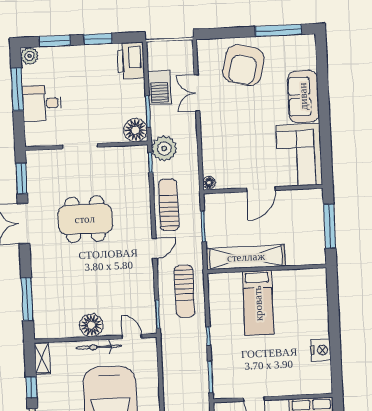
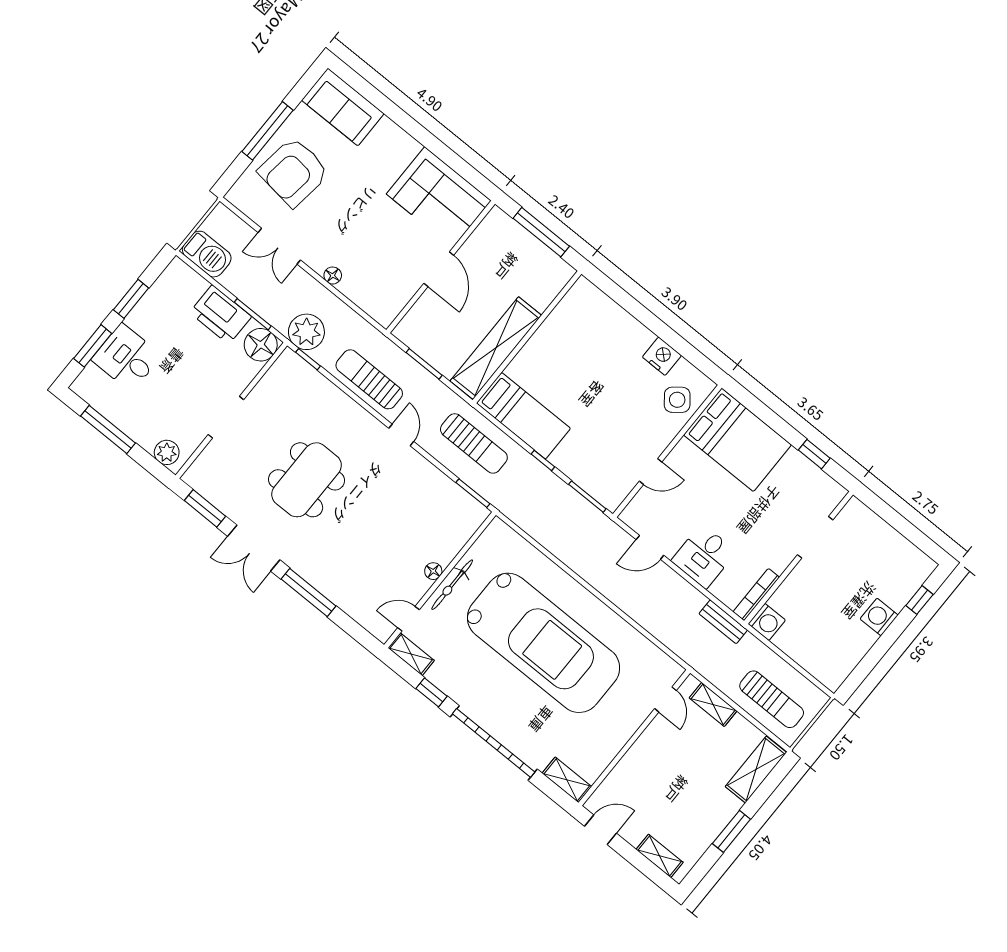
window: (278, 30) -> (267, 131), moved
plant: (29, 56) -> (167, 452), moved
printer: (131, 61) -> (220, 315), moved
armchair: (243, 65) -> (294, 172), turned 84
barbecue: (159, 87) -> (207, 254), moved
sofa: (303, 96) -> (343, 107), moved
desk: (42, 103) -> (127, 358), moved, turned 90
floor lamp: (209, 183) -> (333, 275), moved
window: (27, 299) -> (308, 592), moved
bed: (258, 303) -> (523, 416), moved
floor lamp: (91, 325) -> (433, 571), width x0.53, depth x0.53
door: (132, 337) -> (408, 619), moved
side table: (305, 379) -> (677, 400), added

